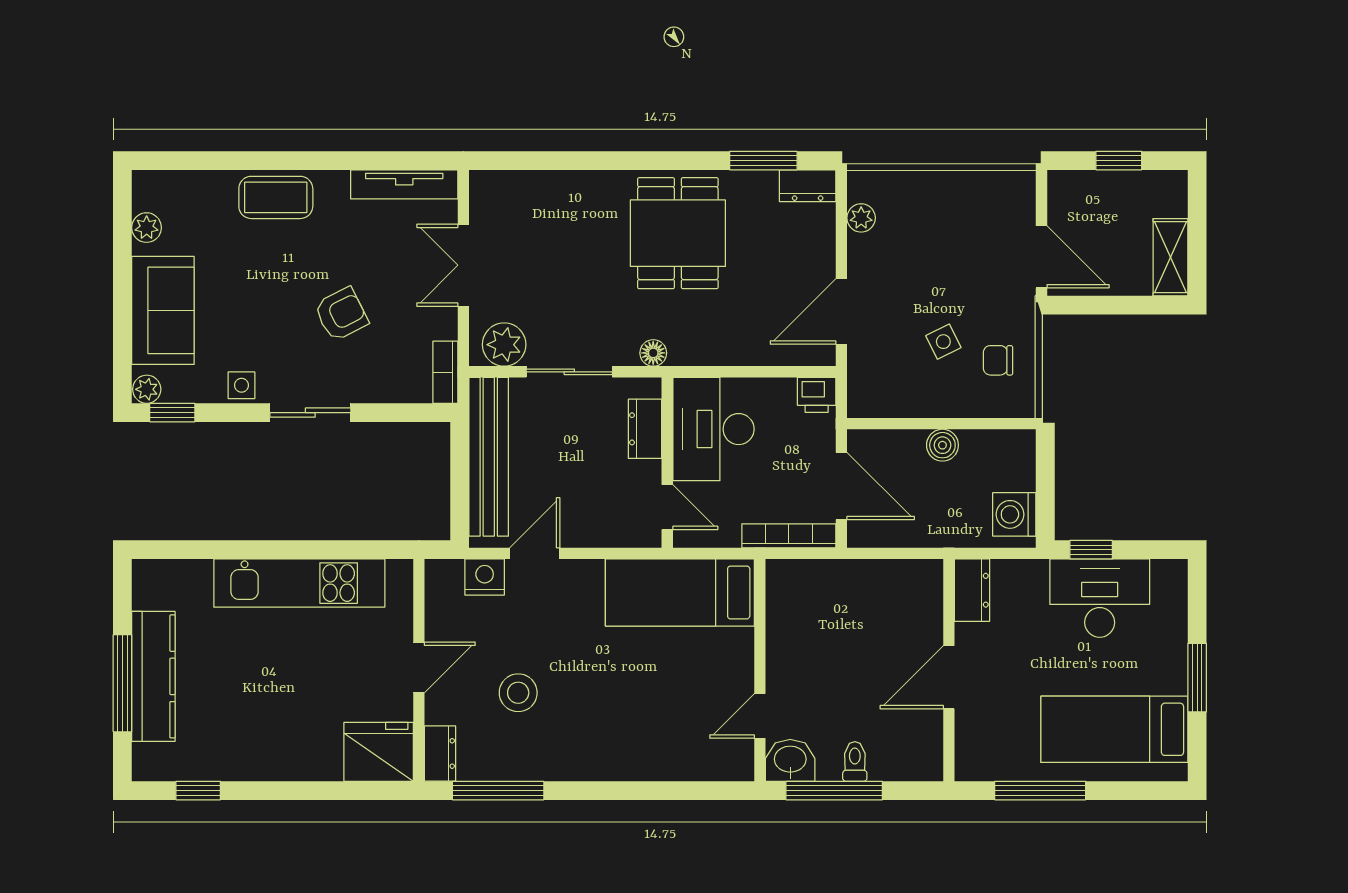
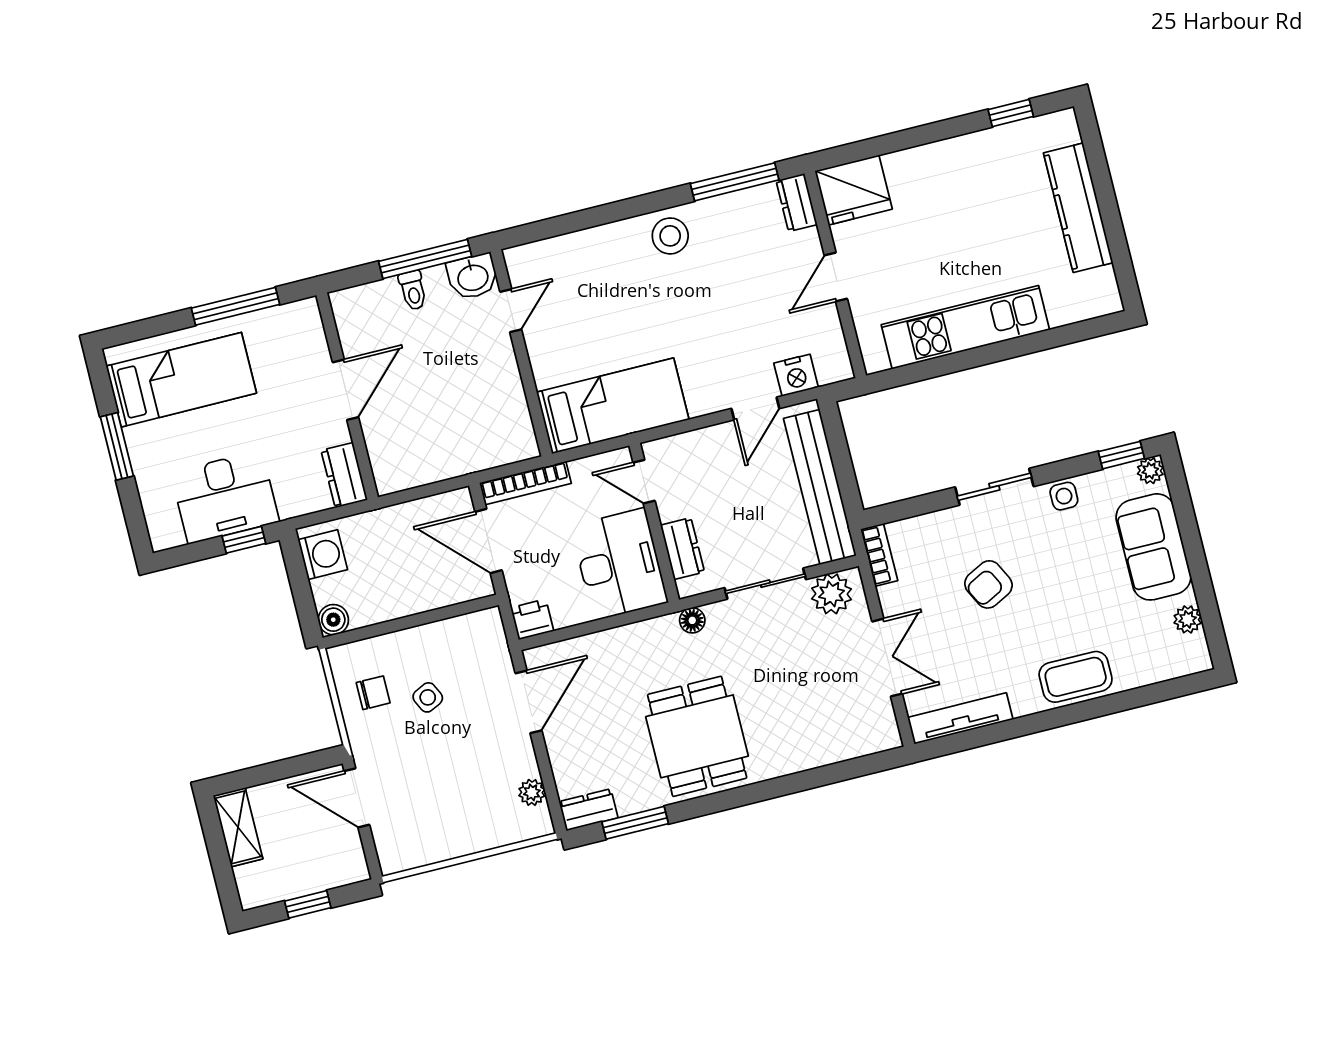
boiler: (942, 445) -> (333, 620), moved
window: (122, 683) -> (1105, 194), removed
stool: (518, 693) -> (670, 236), moved

